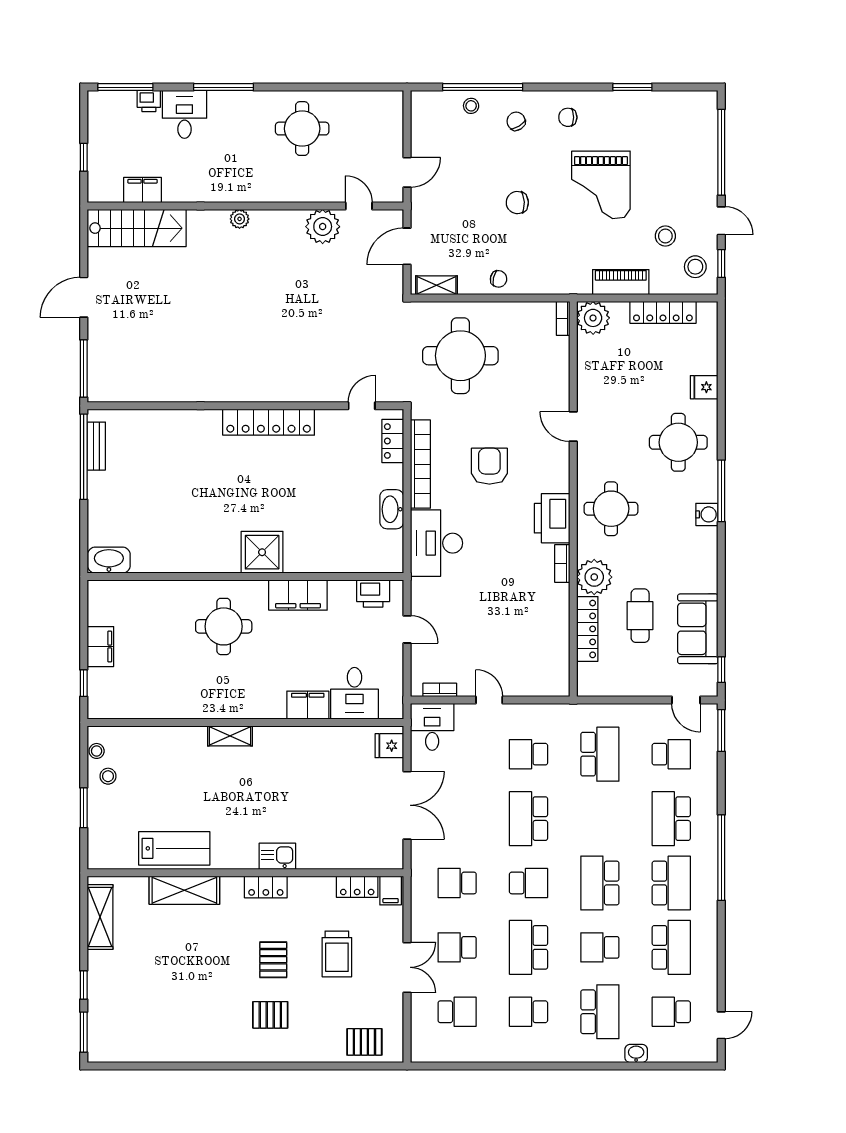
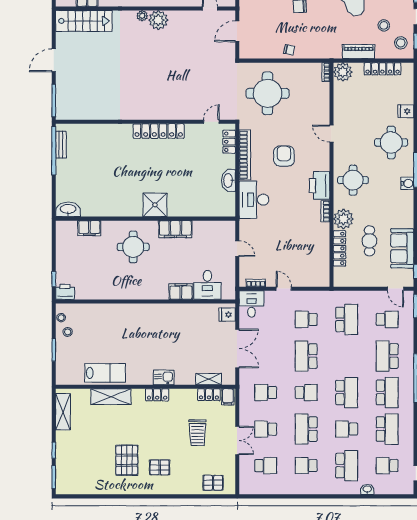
plant: (323, 227) -> (158, 20), moved
shelving: (436, 285) -> (254, 53), removed
printer: (373, 593) -> (65, 292), moved, turned 180
filing cabinet: (100, 647) -> (89, 228), moved, turned 90
shelving: (230, 736) -> (209, 379), moved
school desk: (600, 883) -> (347, 393), turned 180
pallet: (273, 960) -> (127, 460), moved, width x1.50, depth x1.42

